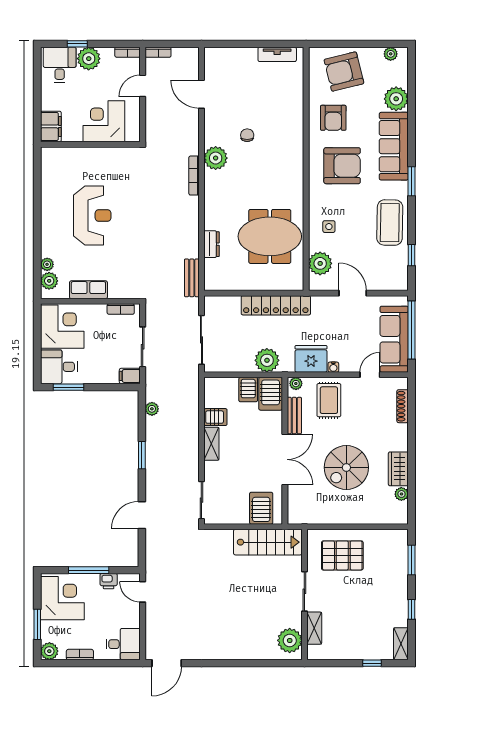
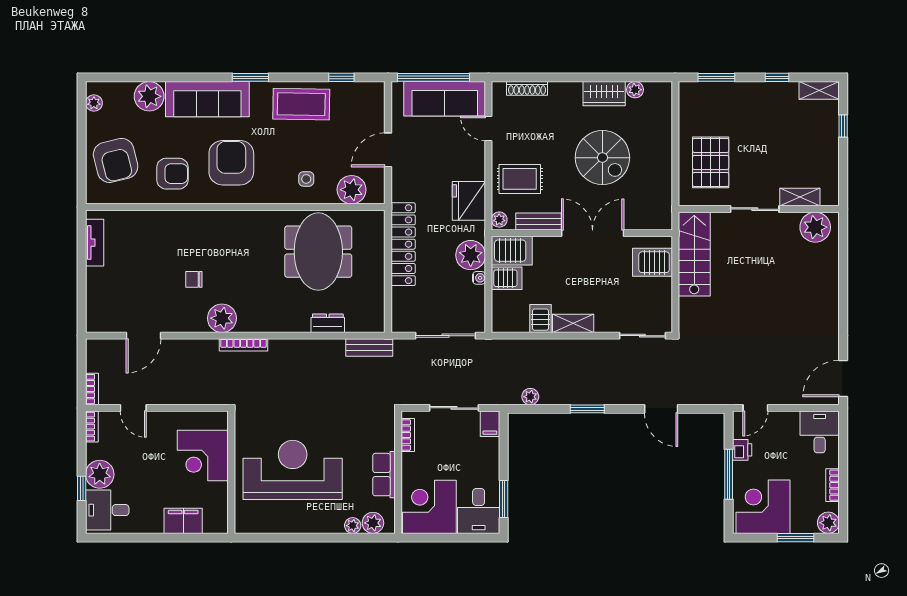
corner desk: (104, 121) -> (203, 456), moved
wall: (90, 144) -> (231, 472), moved
reception desk: (92, 216) -> (293, 470), width x1.36, depth x1.30
water cooler: (333, 367) -> (479, 278), moved
door: (167, 663) -> (843, 379), swing flipped

